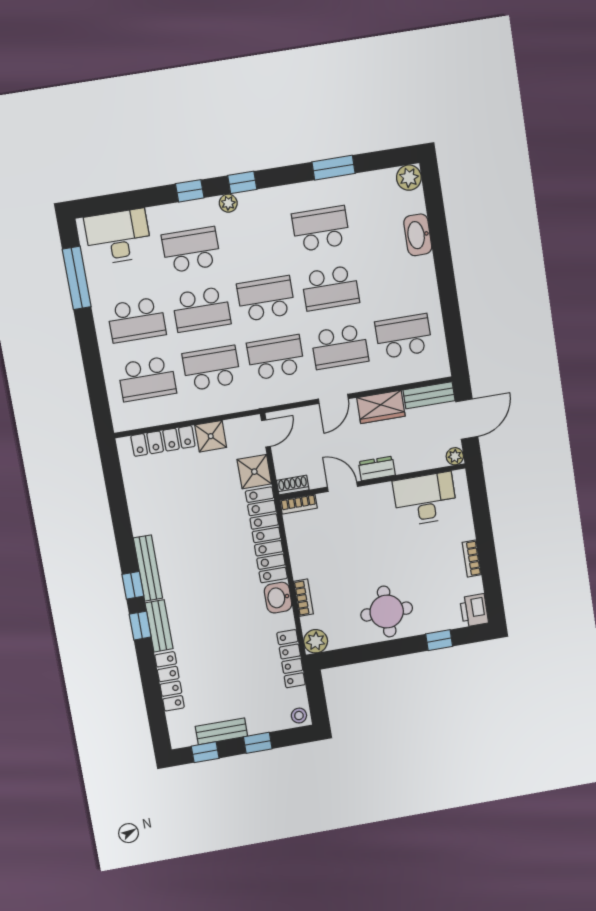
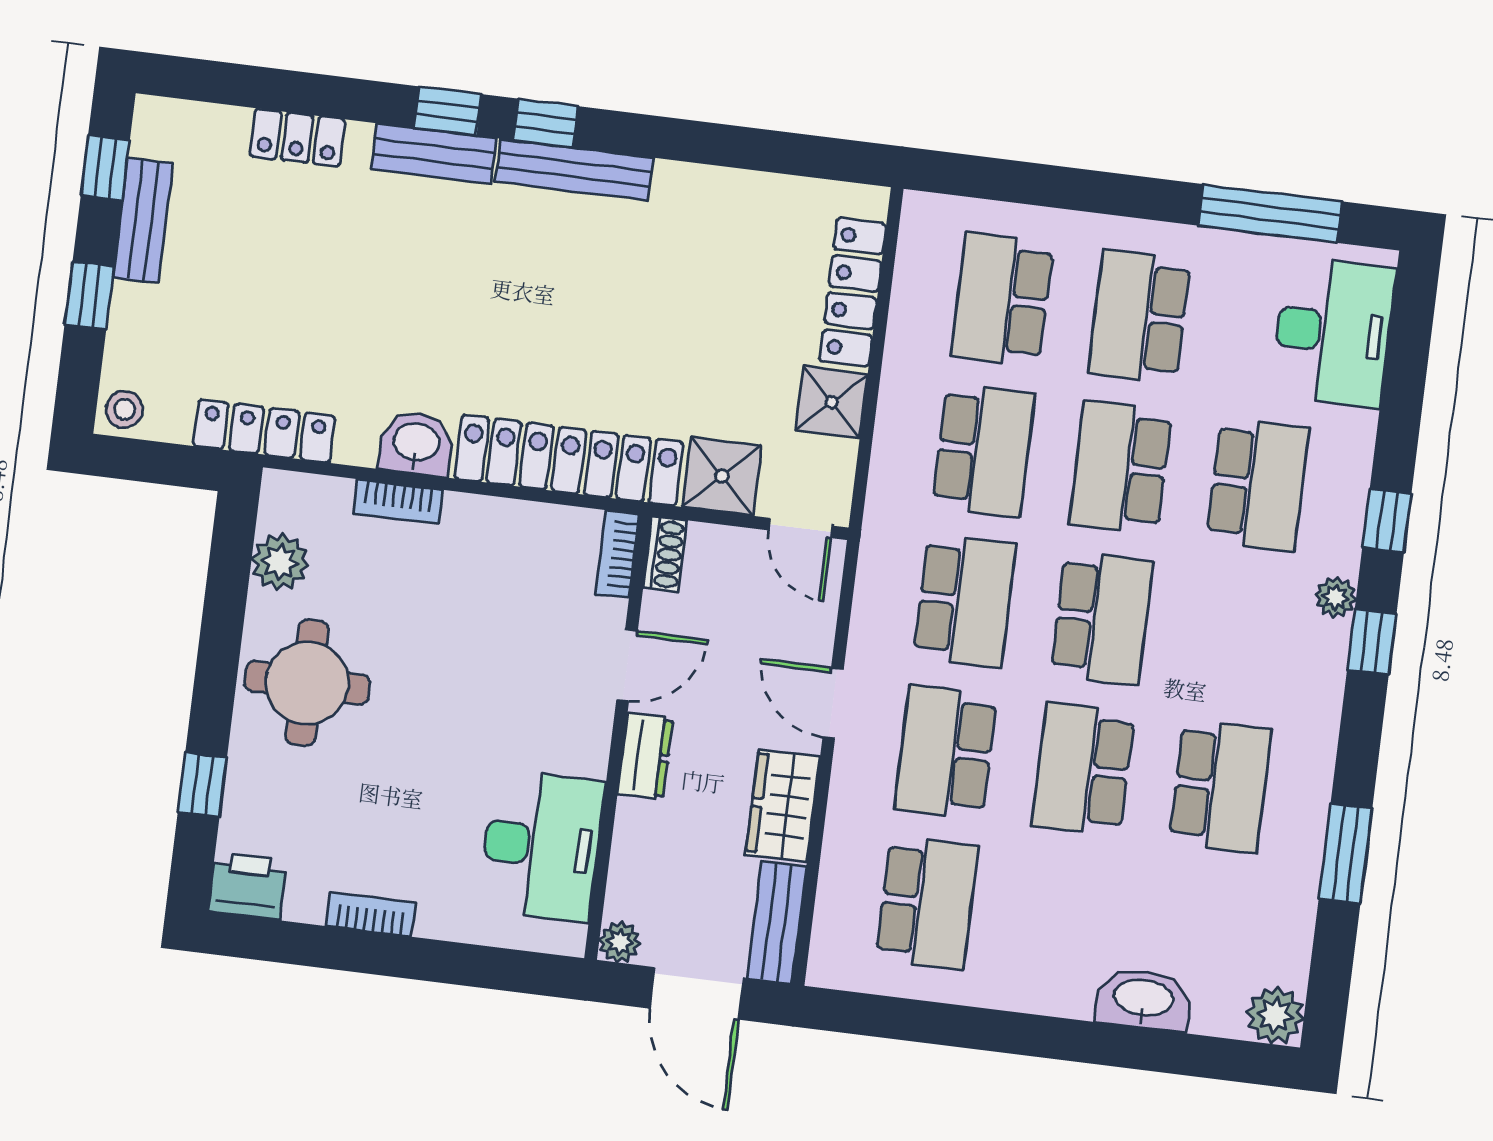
plant: (316, 641) -> (280, 562), moved
locker: (170, 681) -> (297, 138), width x0.66

